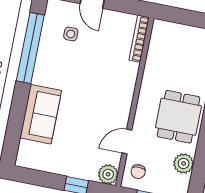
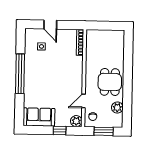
window: (30, 48) -> (20, 74), moved
sofa: (41, 114) -> (39, 117), moved, turned -90

